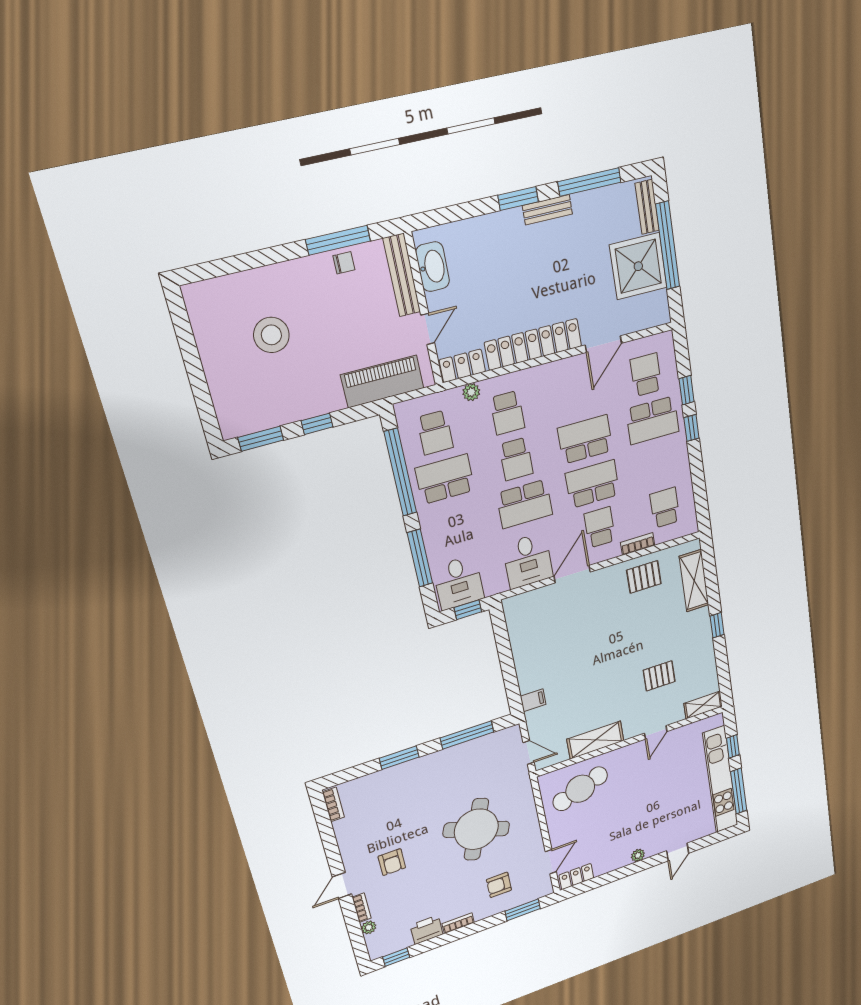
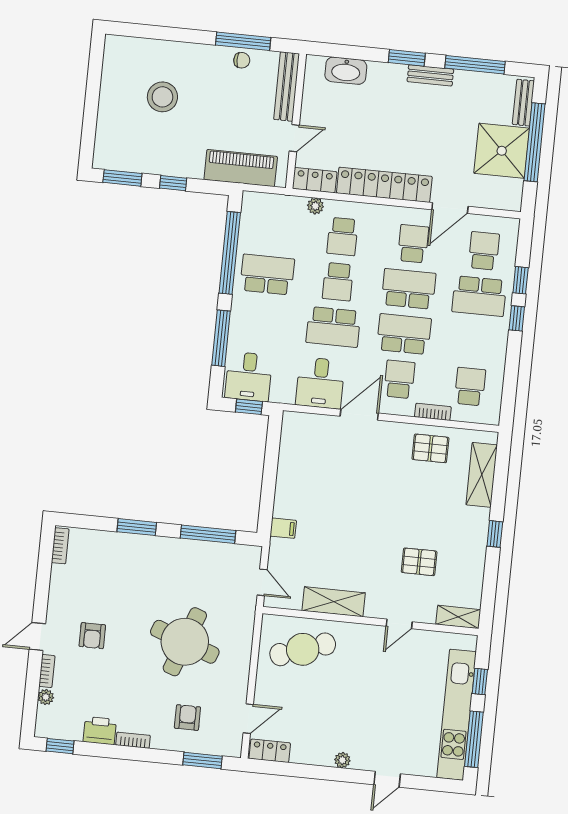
washbasin: (433, 267) -> (346, 71), moved, turned 90
school desk: (435, 433) -> (413, 244), moved, turned 180
armchair: (499, 885) -> (187, 718), turned 90

